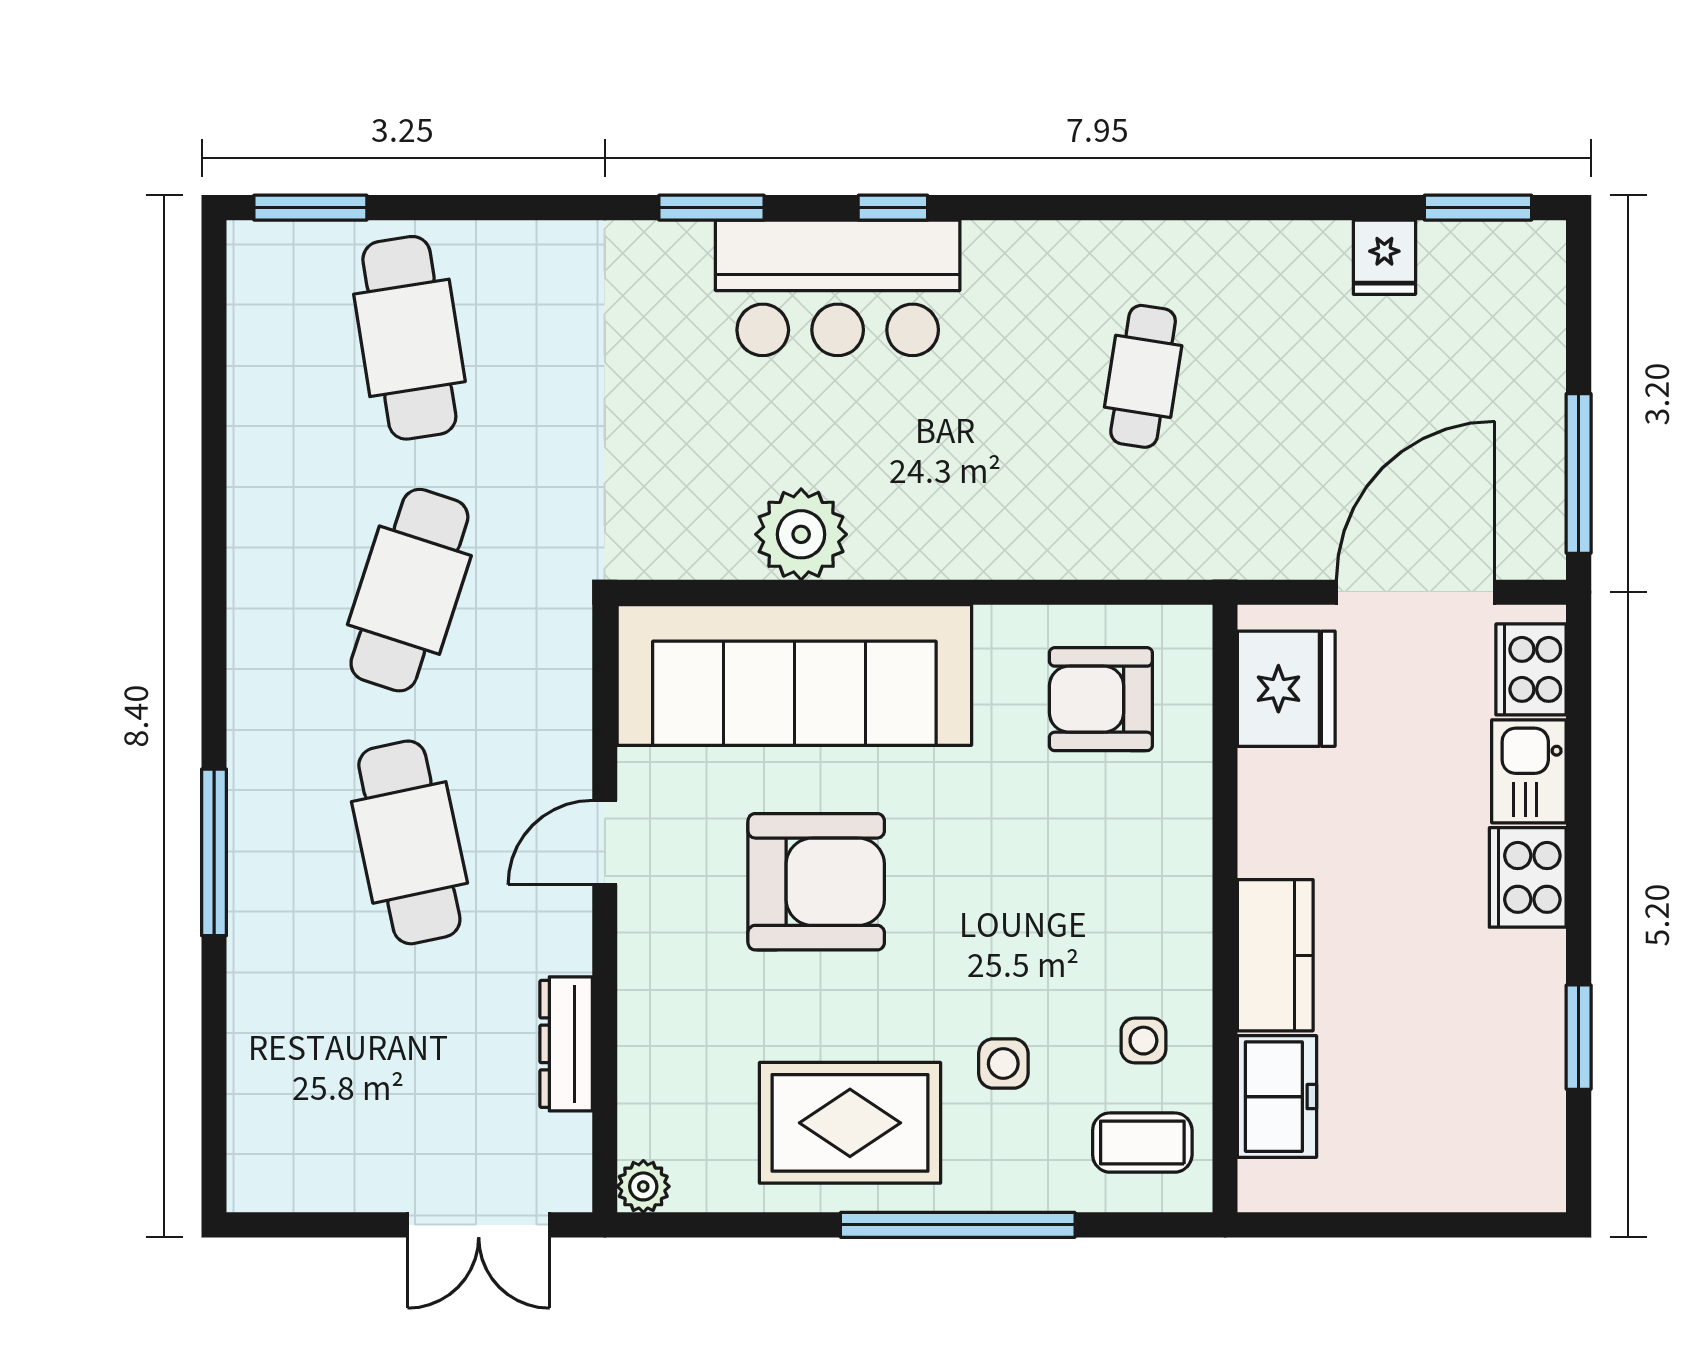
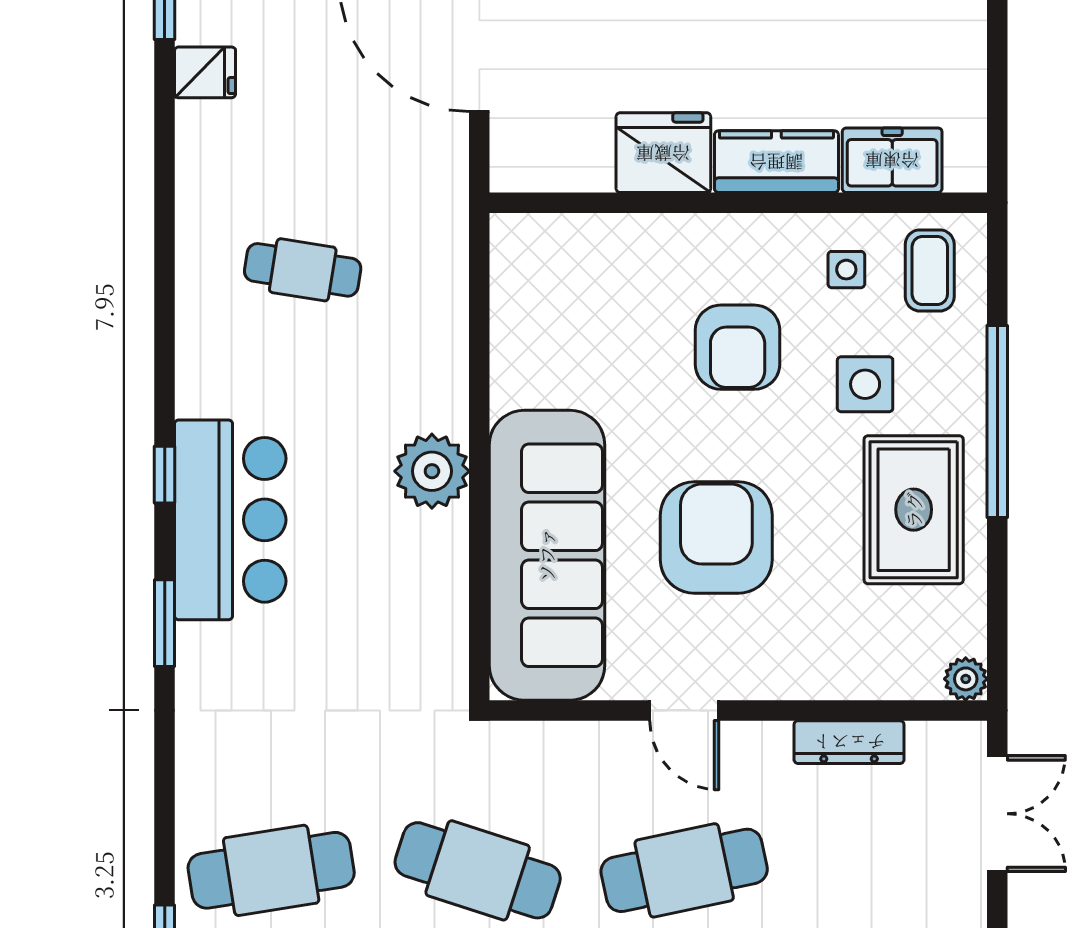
plant: (801, 534) -> (432, 471), moved
fridge: (1286, 689) -> (663, 153), moved
armchair: (1101, 699) -> (738, 347), moved
side table: (1003, 1064) -> (865, 384), width x1.37, depth x1.37

